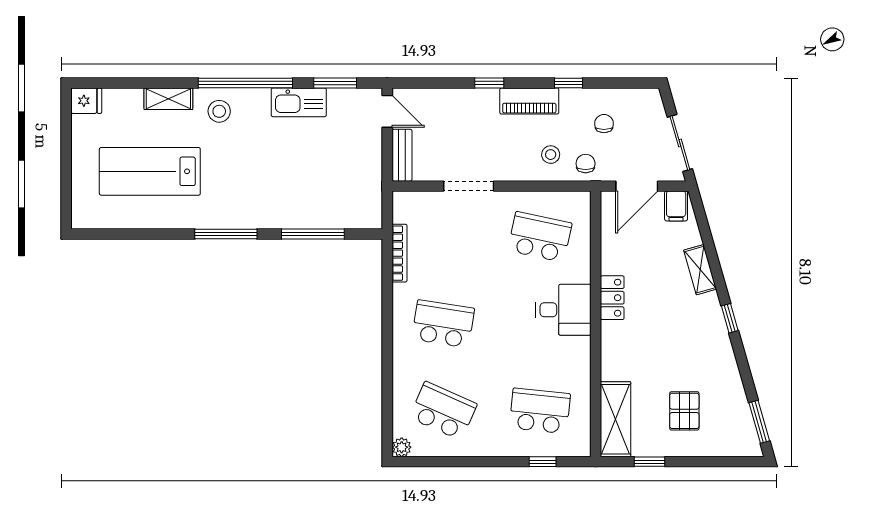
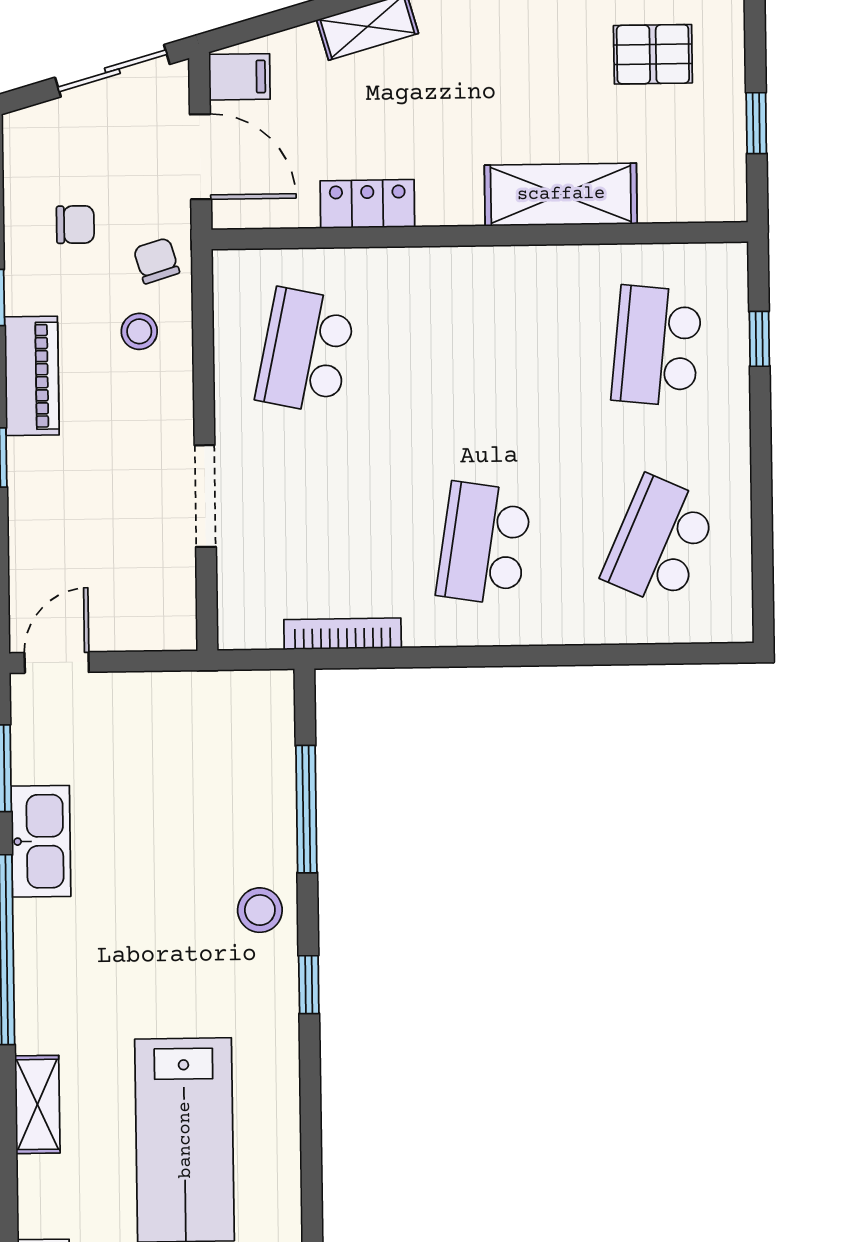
stool: (219, 111) -> (260, 910), moved
chair: (604, 124) -> (75, 225), turned 180
bench: (402, 155) -> (145, 631), removed
chair: (586, 164) -> (156, 261), turned 73
window: (226, 234) -> (309, 985), width x0.46
locker: (612, 298) -> (367, 204), moved
desk: (563, 310) -> (452, 301), removed
shelving: (616, 419) -> (561, 194), moved
plant: (402, 447) -> (734, 624), removed

